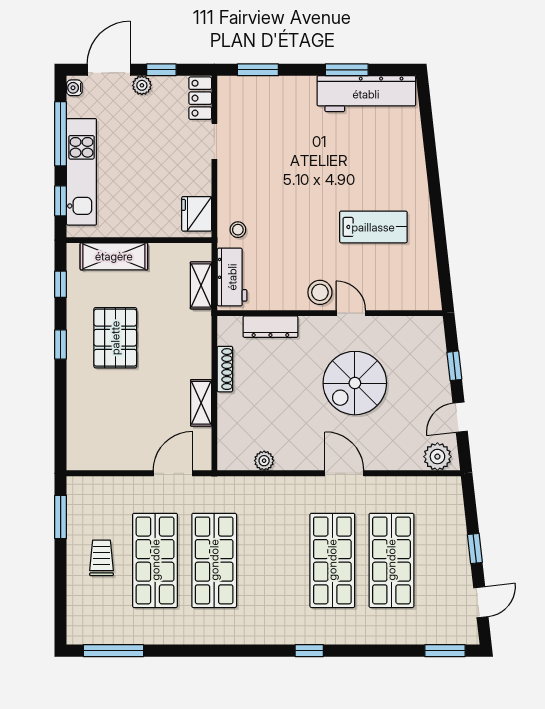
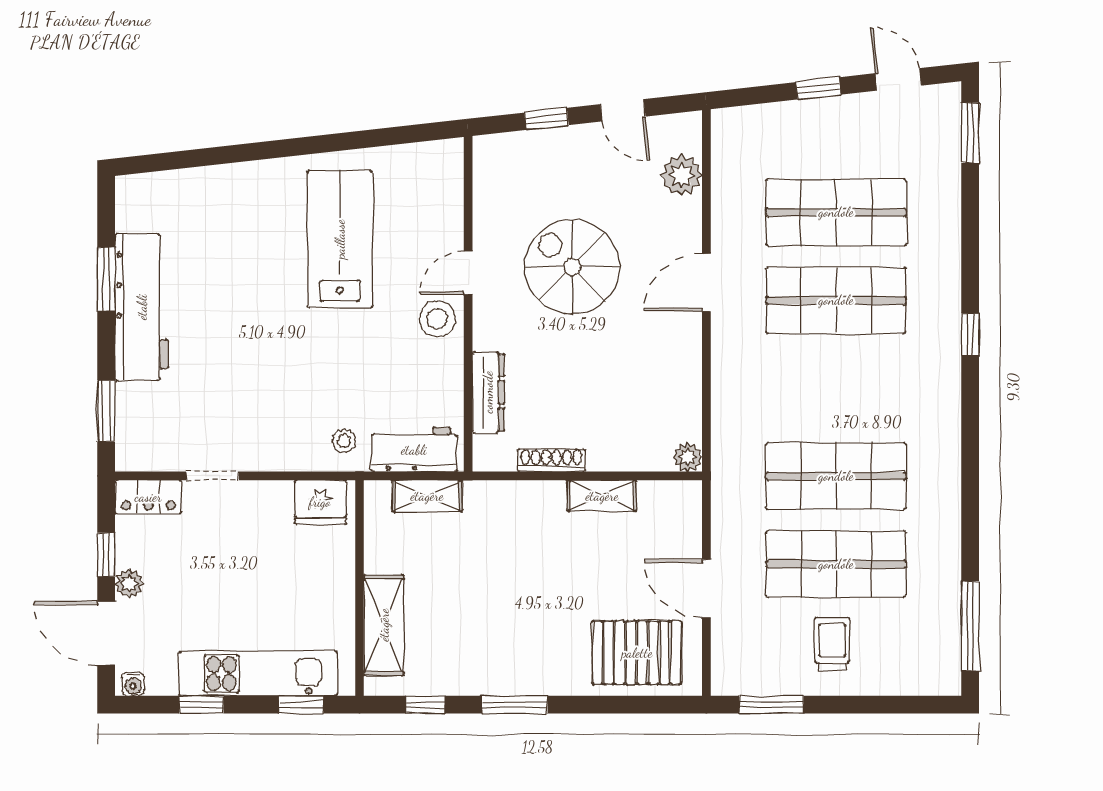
workbench: (366, 94) -> (142, 307), moved
window: (61, 134) -> (201, 705), width x0.46
lab bench: (373, 227) -> (340, 239), width x1.36, depth x1.39
pallet: (115, 338) -> (637, 653), moved
window: (61, 344) -> (515, 705), width x1.50
spiral stairs: (355, 383) -> (572, 267), turned 180
plant: (437, 457) -> (682, 175), moved
plant: (264, 461) -> (688, 457), moved
door: (173, 473) -> (706, 588), moved
trolley: (102, 558) -> (832, 644), turned 90

